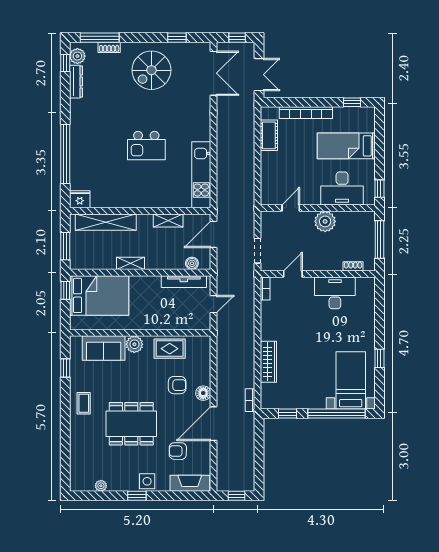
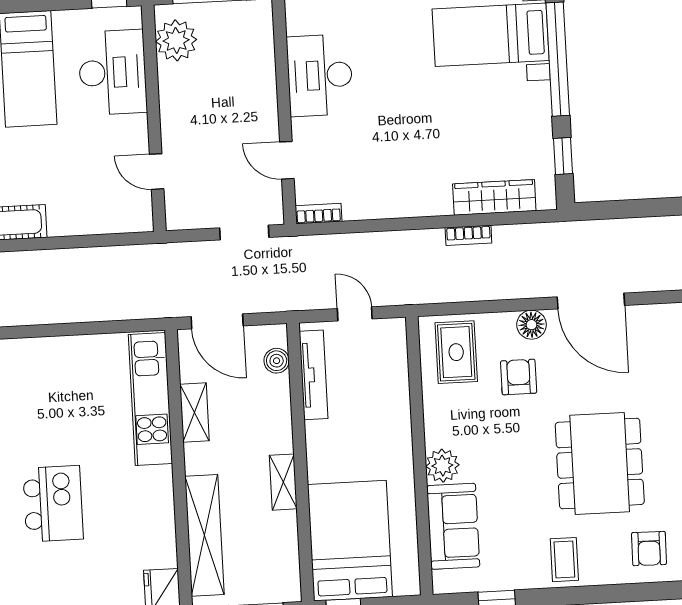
kitchen island: (146, 146) -> (53, 504), moved
kitchen unit: (201, 175) -> (150, 399), moved, turned 90
plant: (325, 221) -> (176, 40), moved
shoe rack: (353, 266) -> (265, 42), removed
rug: (170, 349) -> (456, 352), moved
wardrobe: (268, 362) -> (494, 197), moved
bookcase: (250, 400) -> (468, 235), moved
coffee table: (84, 403) -> (564, 560), turned 90
armchair: (178, 451) -> (649, 549), moved

